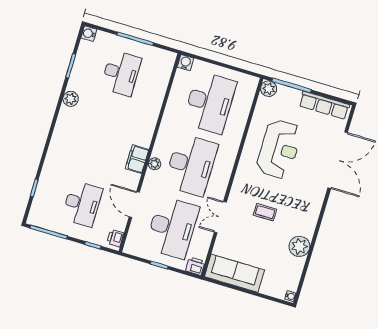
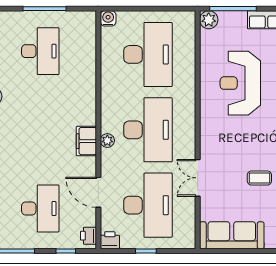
reception desk: (279, 149) -> (240, 83), turned 180
coffee table: (265, 212) -> (259, 178), moved
printer: (195, 266) -> (110, 240), moved

